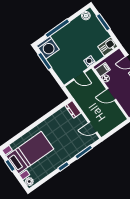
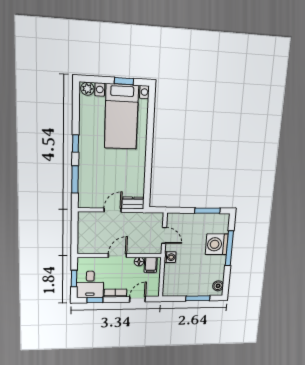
kitchen sink: (108, 46) -> (170, 286), removed
washing machine: (48, 48) -> (217, 244), moved
door: (79, 76) -> (164, 235), swing flipped
door: (93, 127) -> (113, 210), moved

